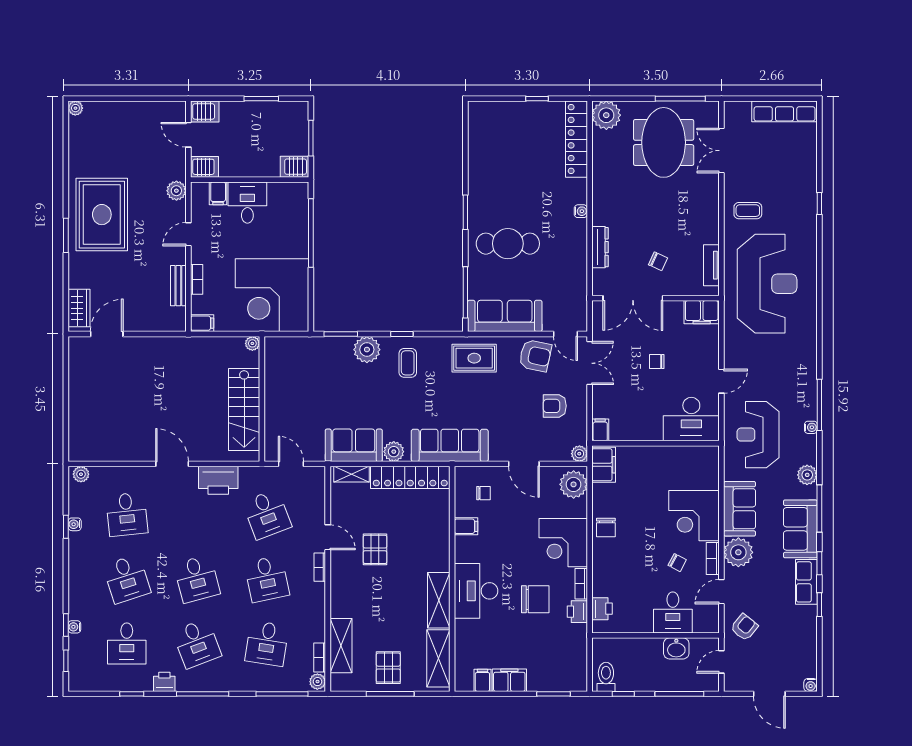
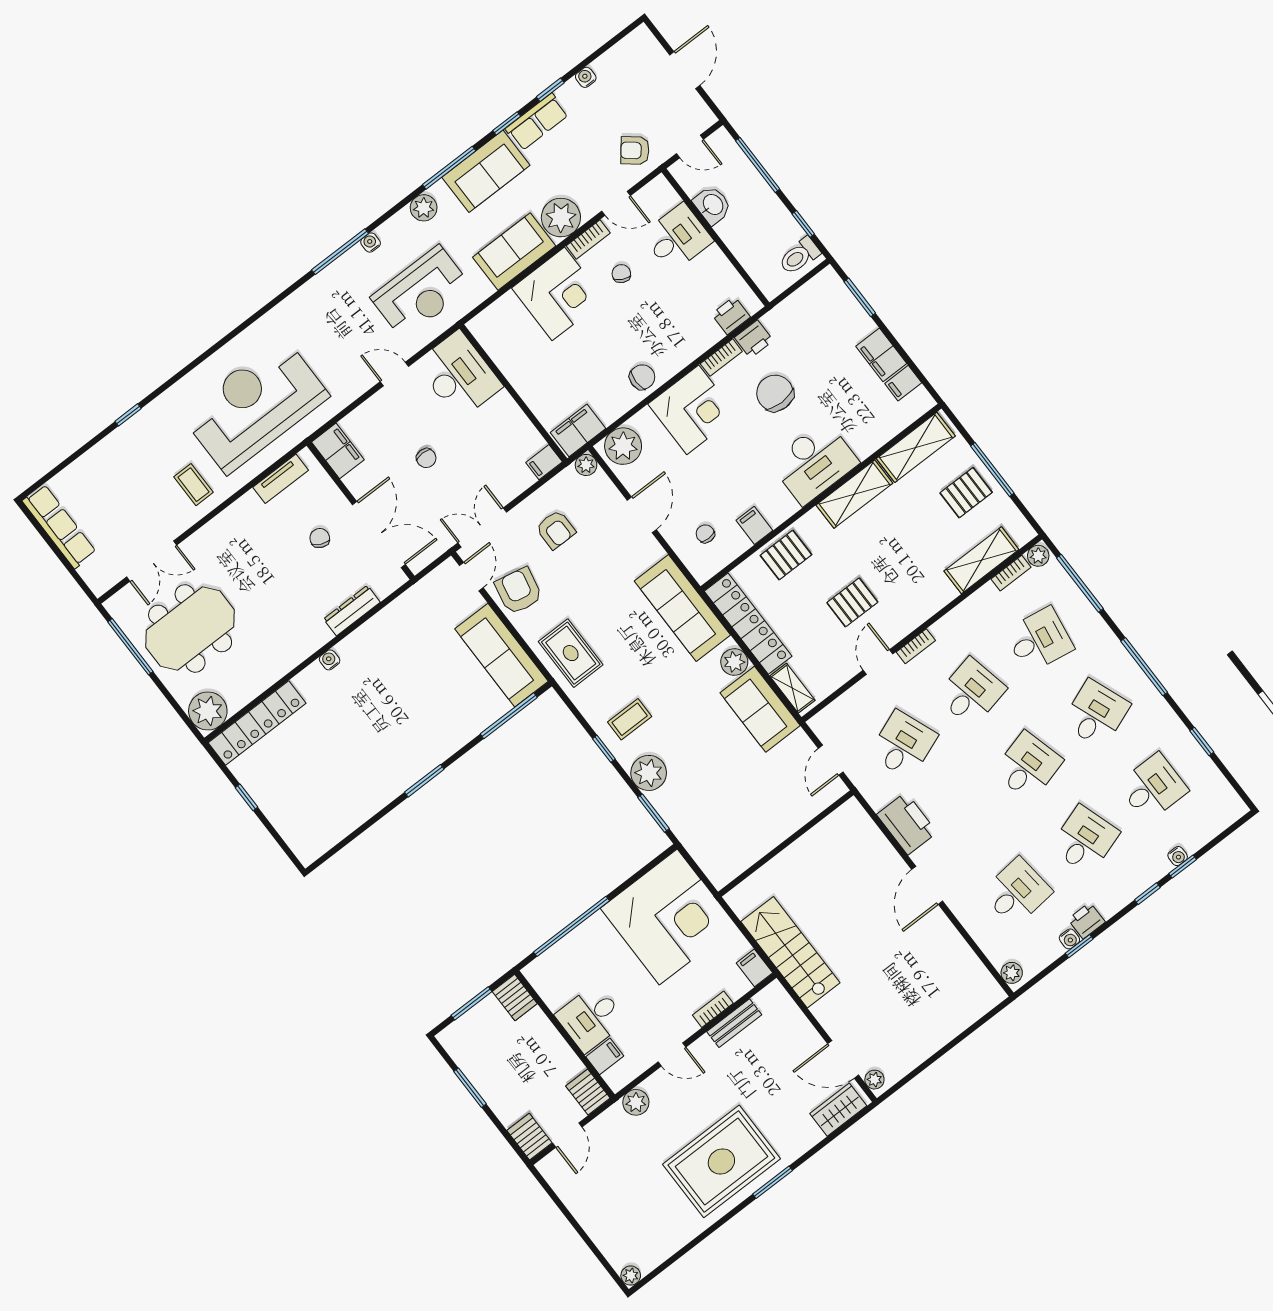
cafe table: (508, 244) -> (423, 710), removed
plant: (252, 343) -> (874, 1080), moved
stairs: (244, 409) -> (790, 952), moved, turned -90
pallet: (434, 532) -> (786, 555), added
window: (66, 661) -> (1147, 894), moved
printer: (164, 682) -> (1087, 921), moved, turned 90
water cooler: (811, 685) -> (586, 77), moved, turned -90

